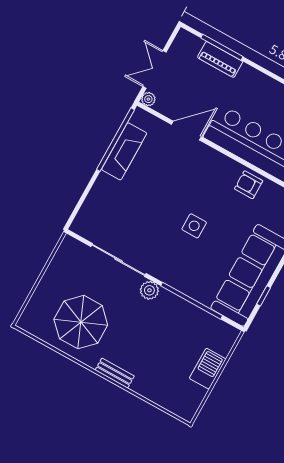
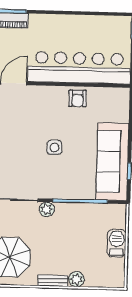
armchair: (249, 185) -> (78, 98), turned -90
plant: (142, 385) -> (76, 279), added

